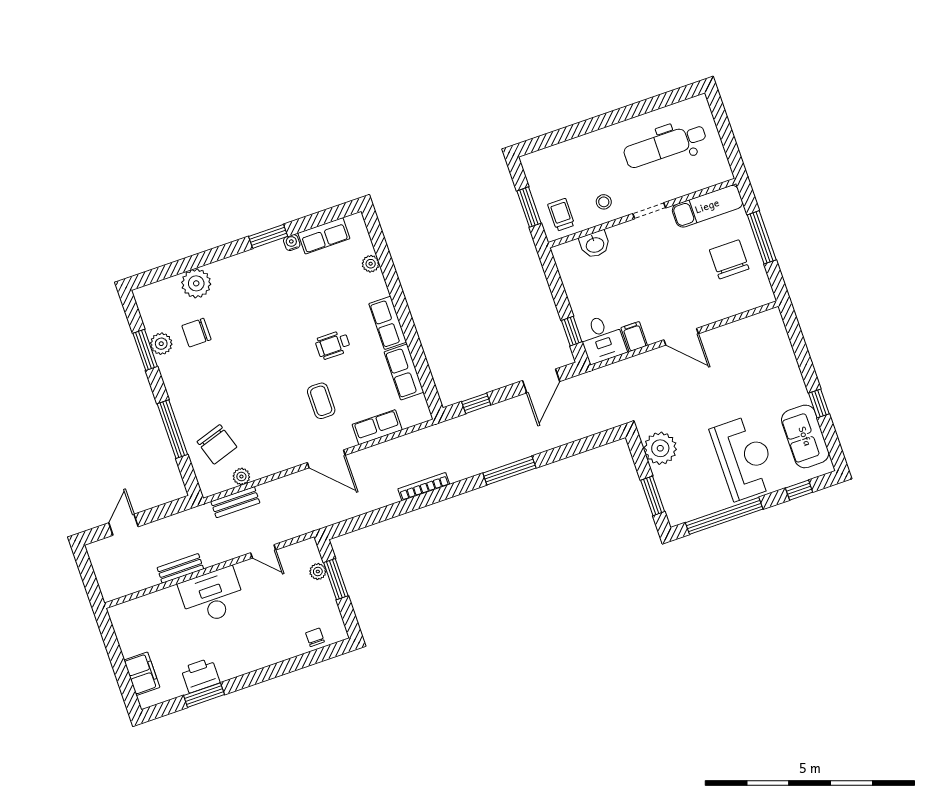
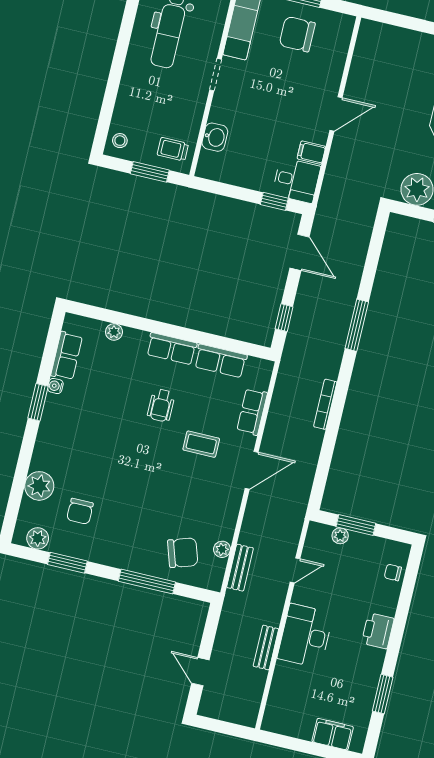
stool: (604, 202) -> (120, 141), moved
plant: (161, 344) -> (38, 538), moved
printer: (200, 675) -> (378, 631), moved

